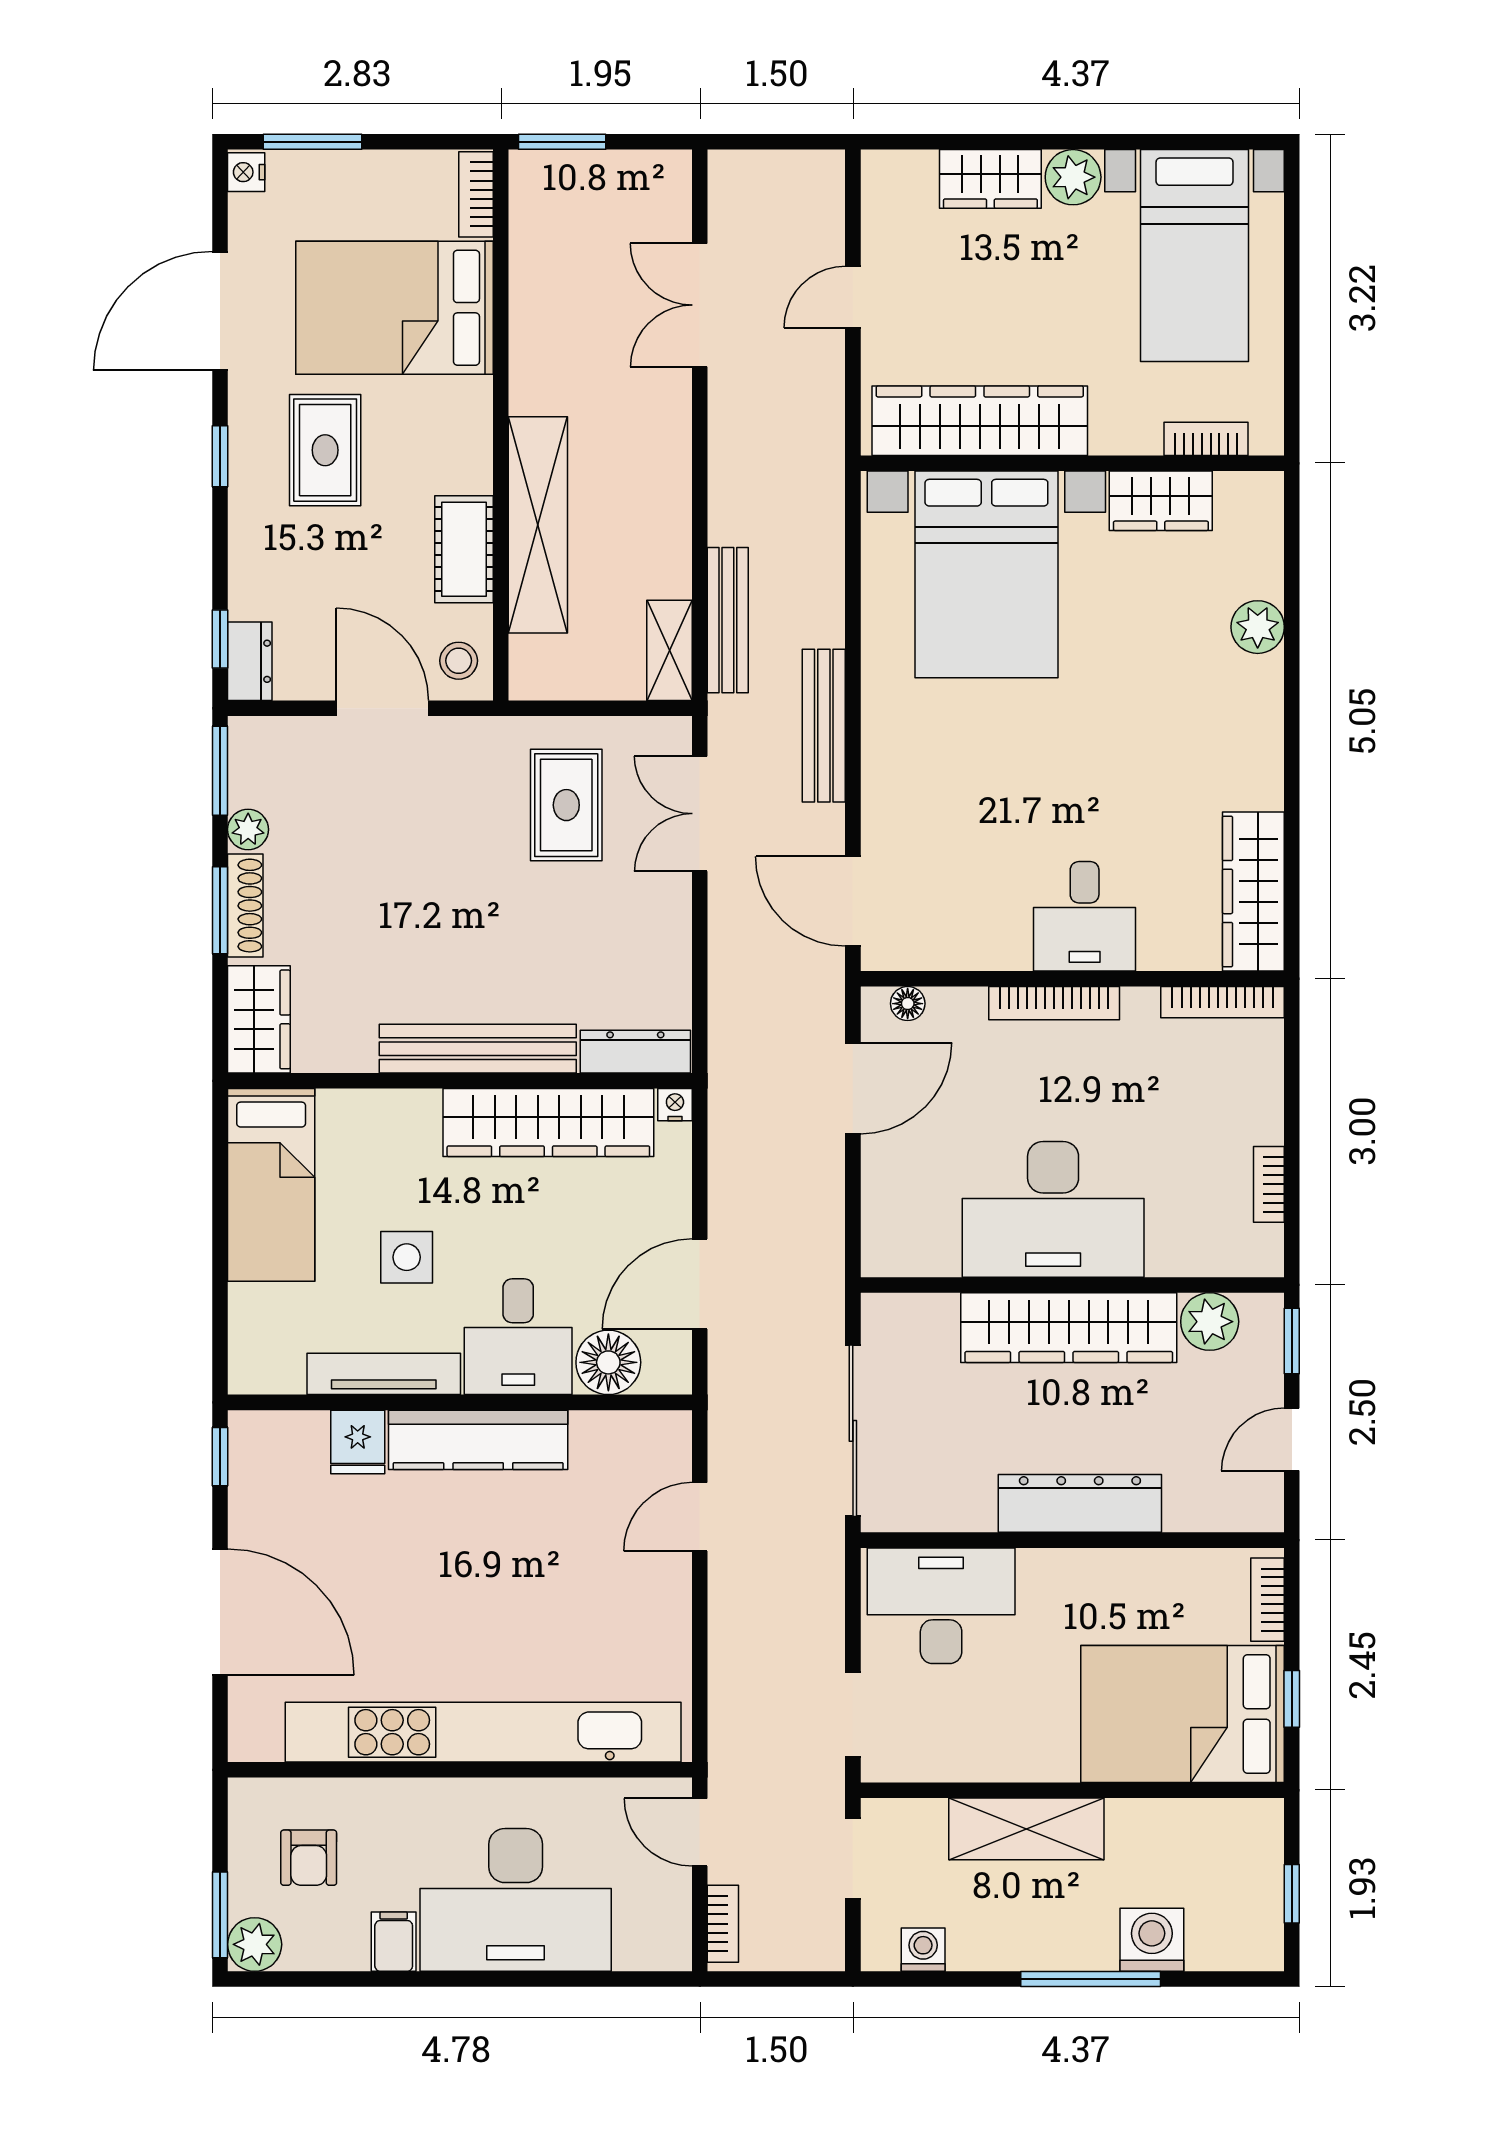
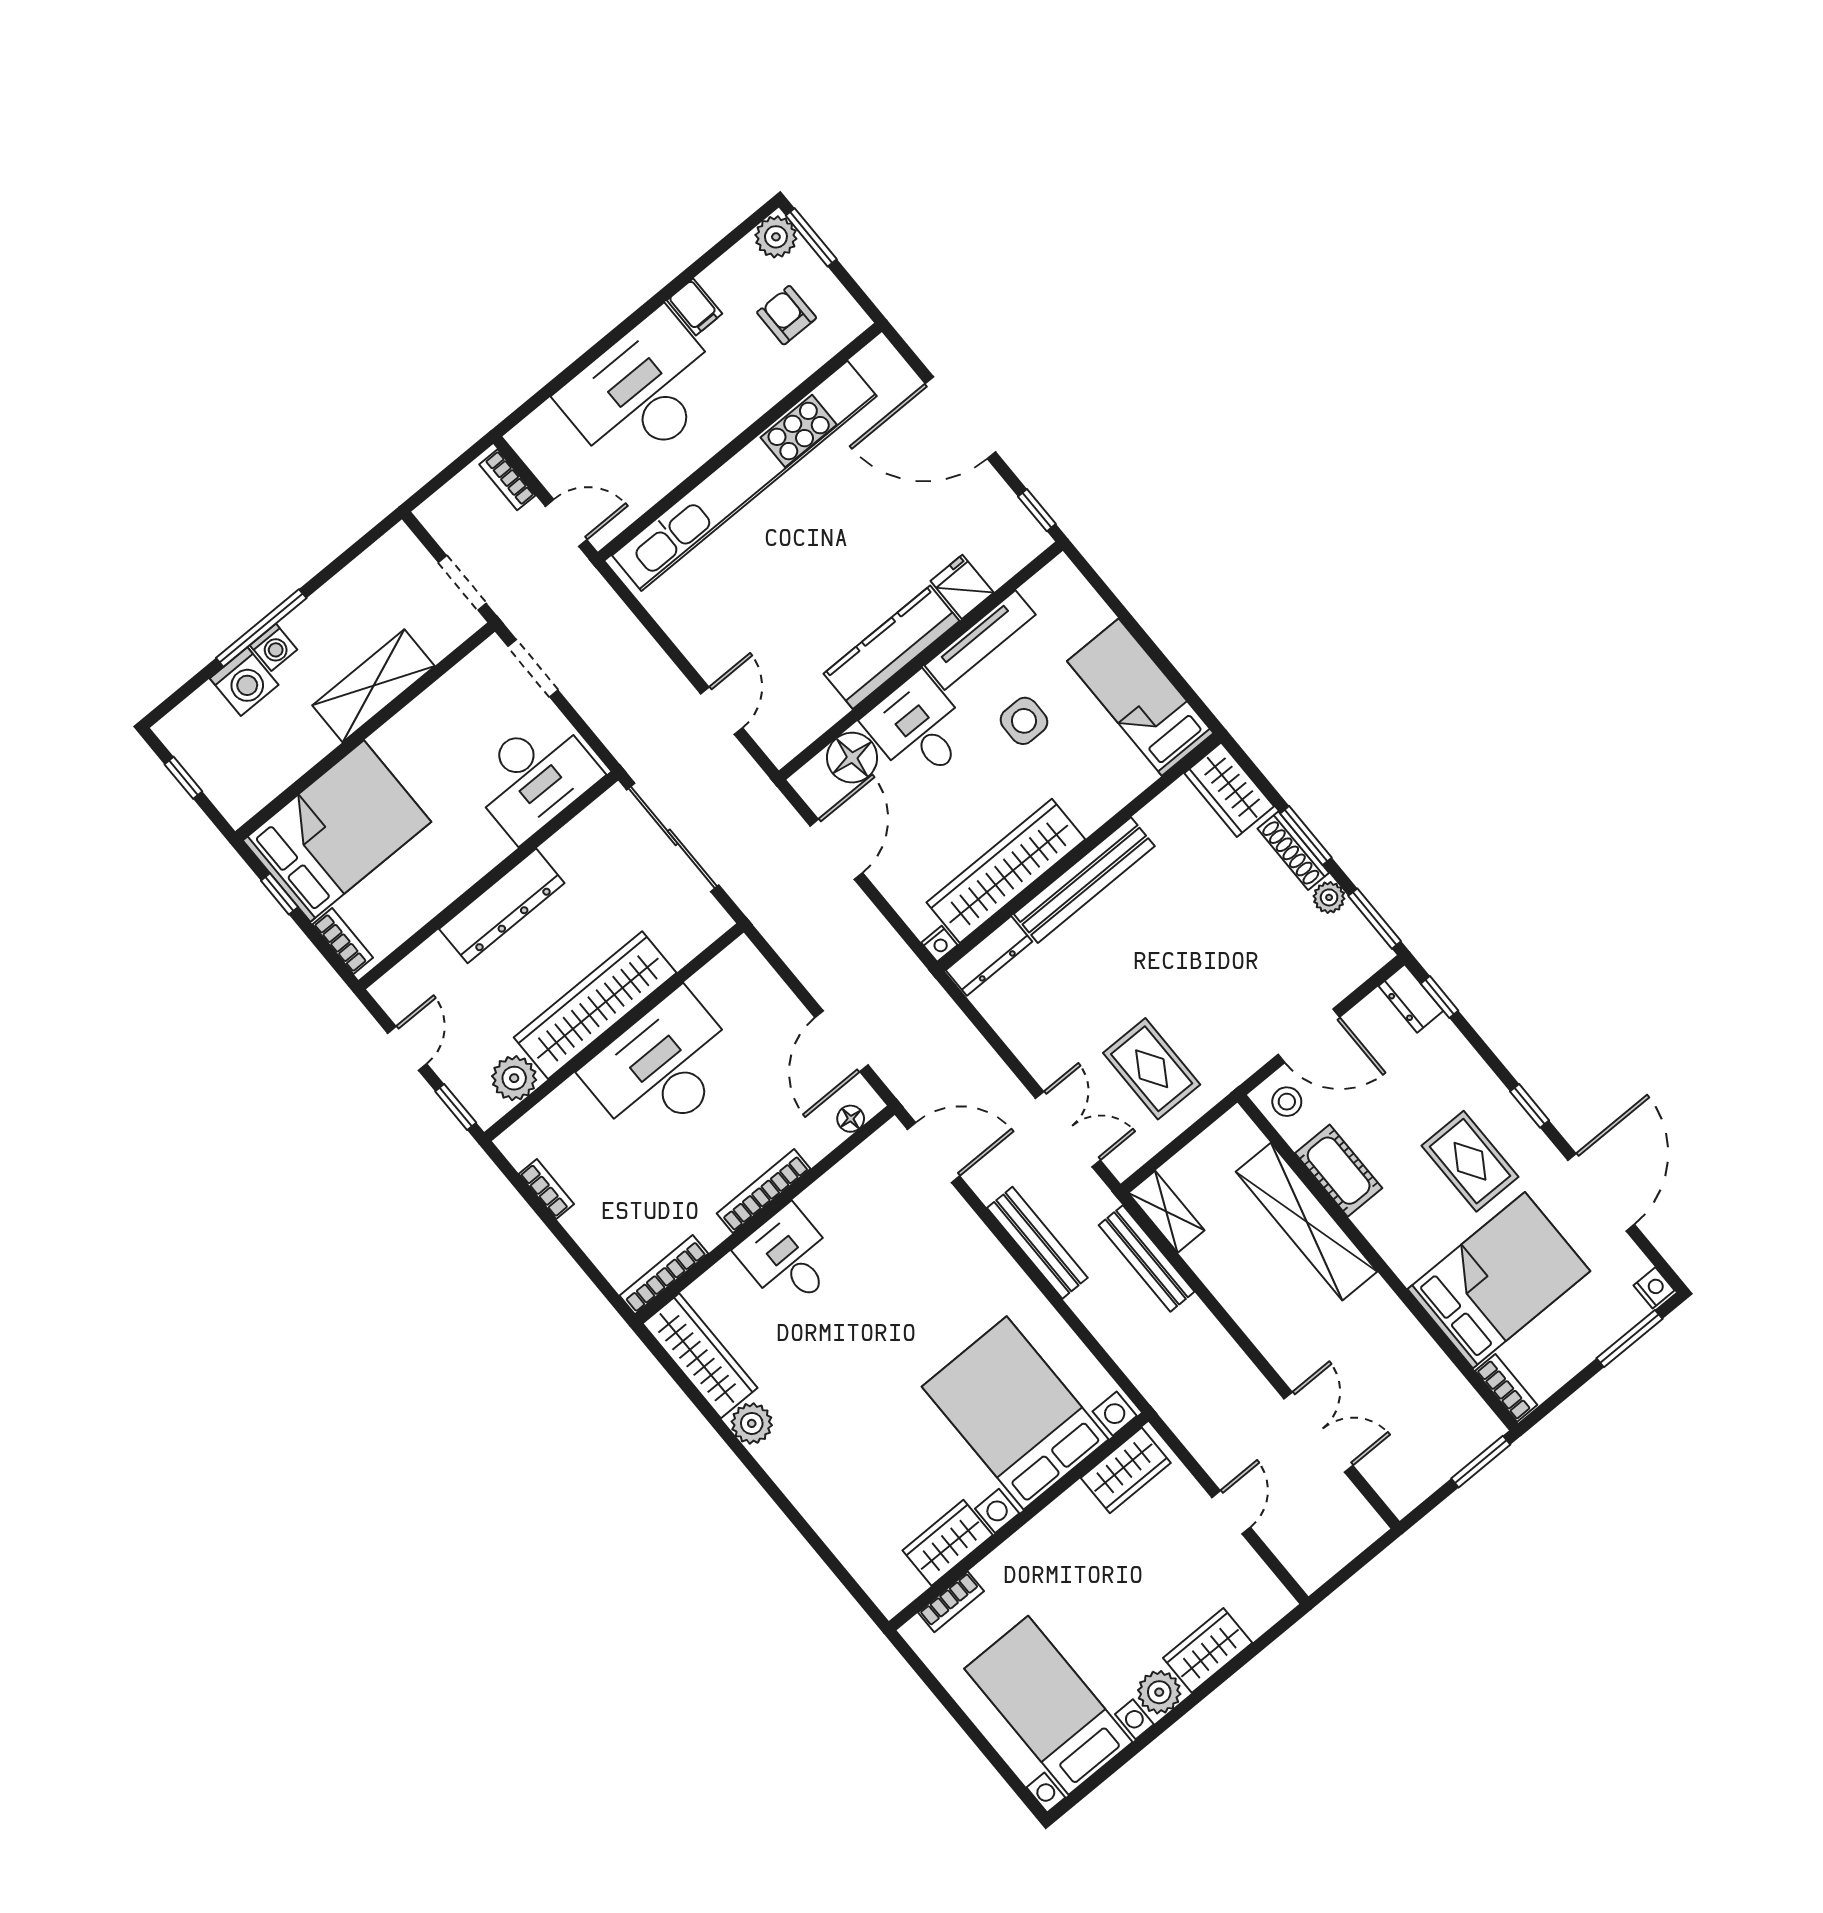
wardrobe: (980, 421) -> (1126, 1470), width x0.48, depth x0.85
plant: (1258, 627) -> (752, 1423), moved
washing machine: (923, 1950) -> (274, 647), moved

